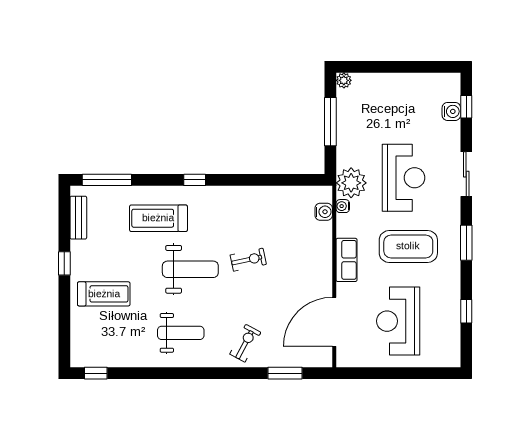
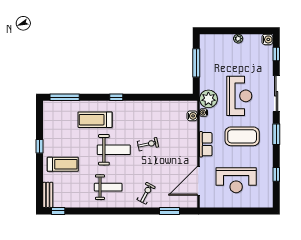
plant: (344, 80) -> (238, 39), moved
water cooler: (451, 111) -> (267, 39), moved
sliding door: (466, 174) -> (276, 94), width x1.37
bench: (78, 218) -> (48, 195), moved
reception desk: (398, 321) -> (236, 180), turned -90

